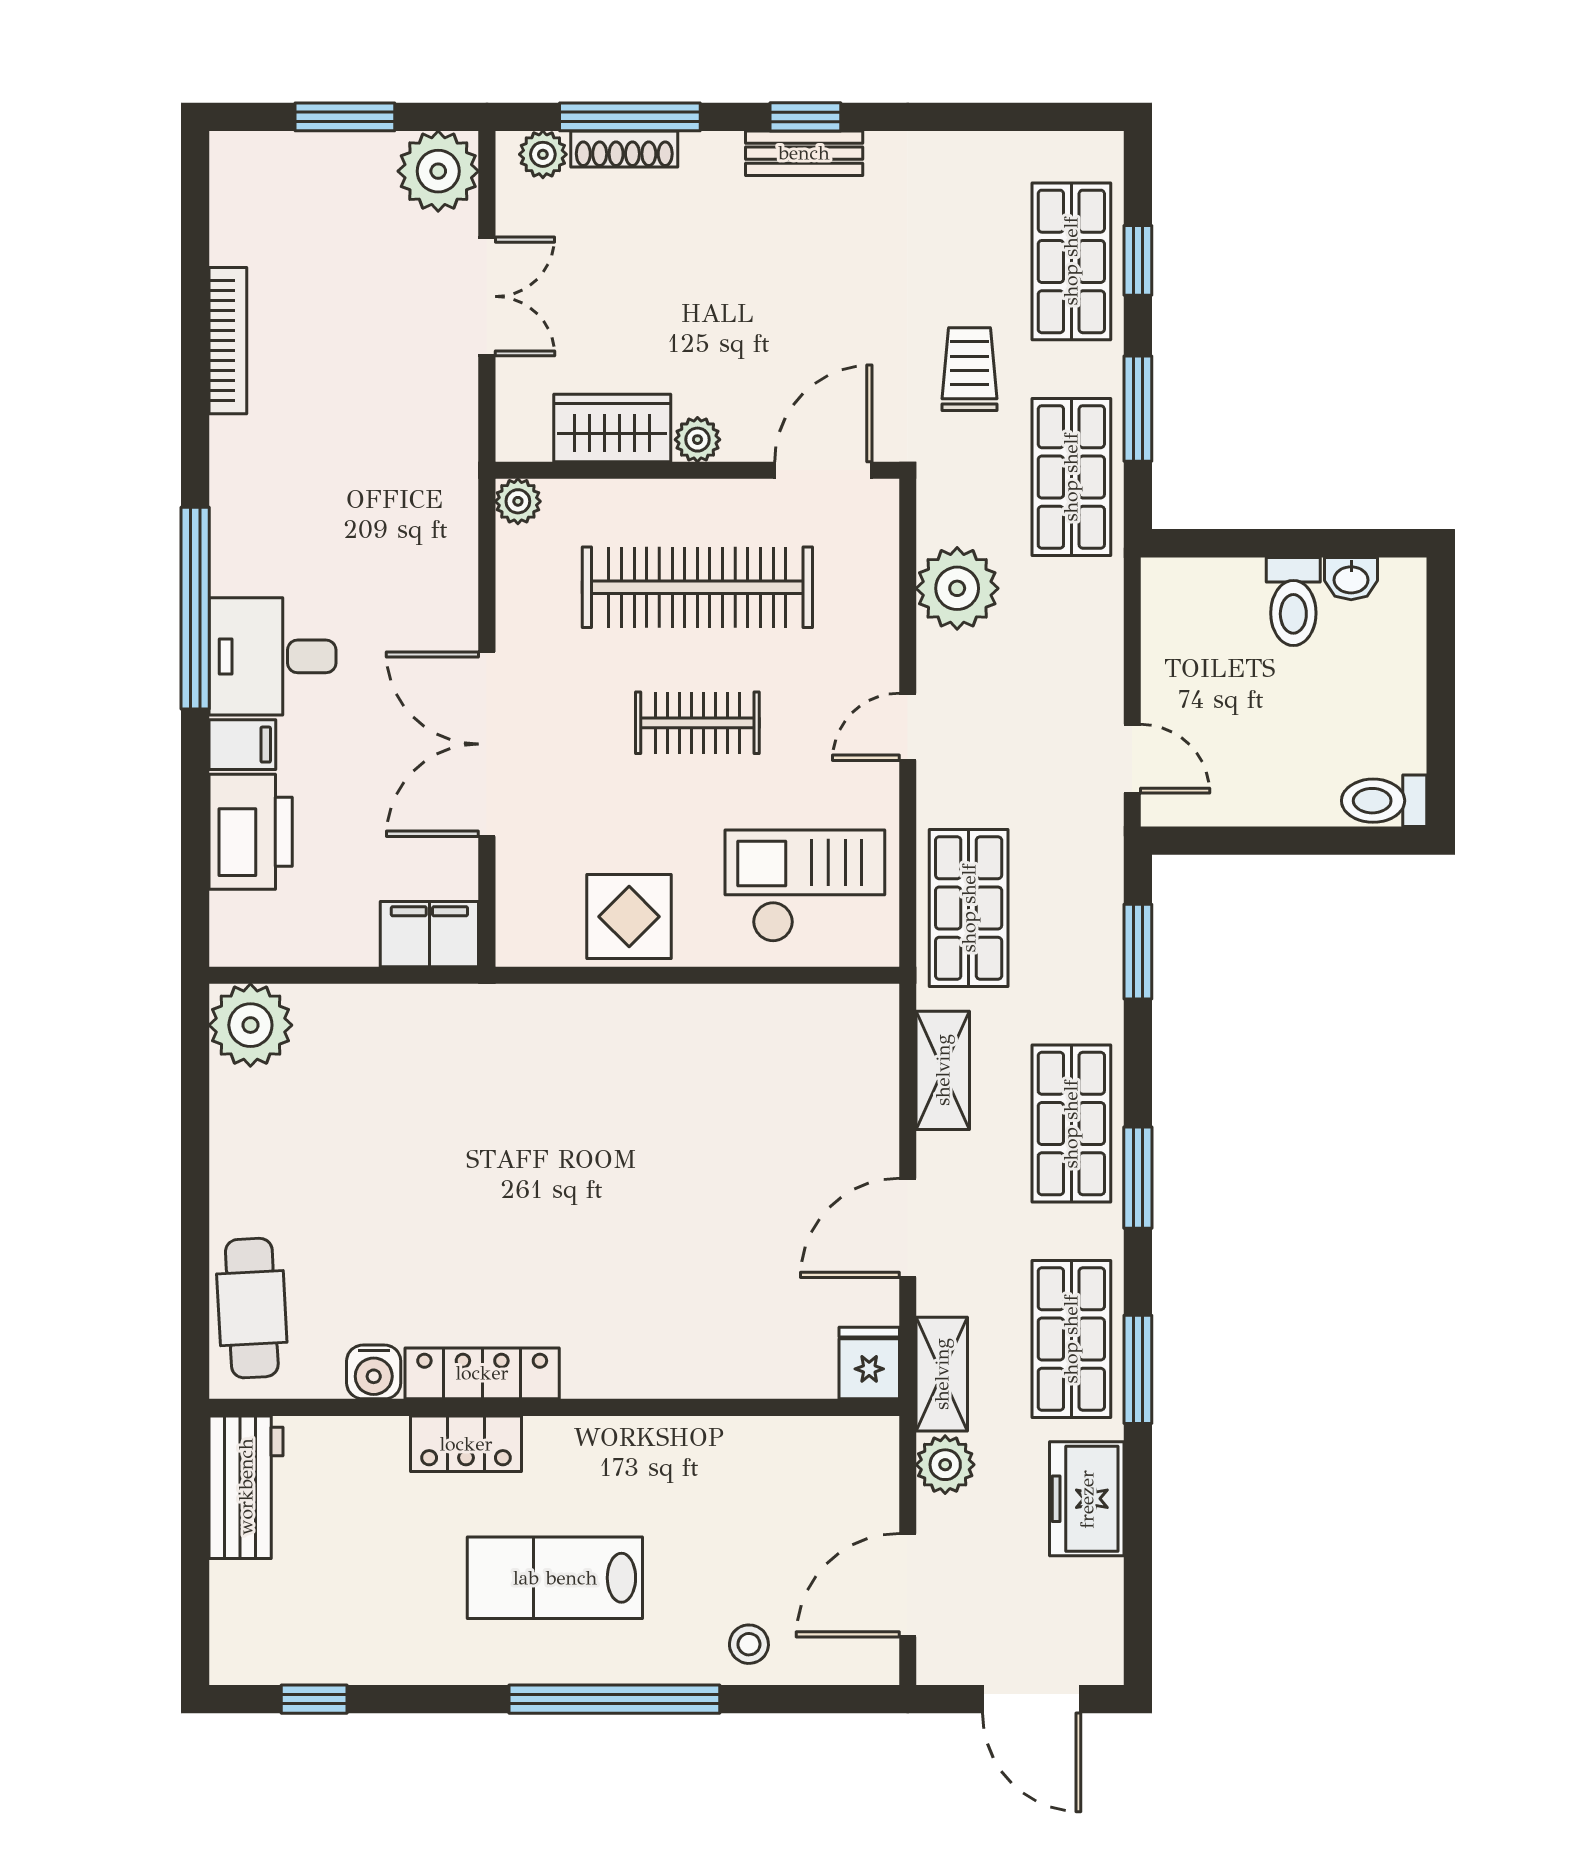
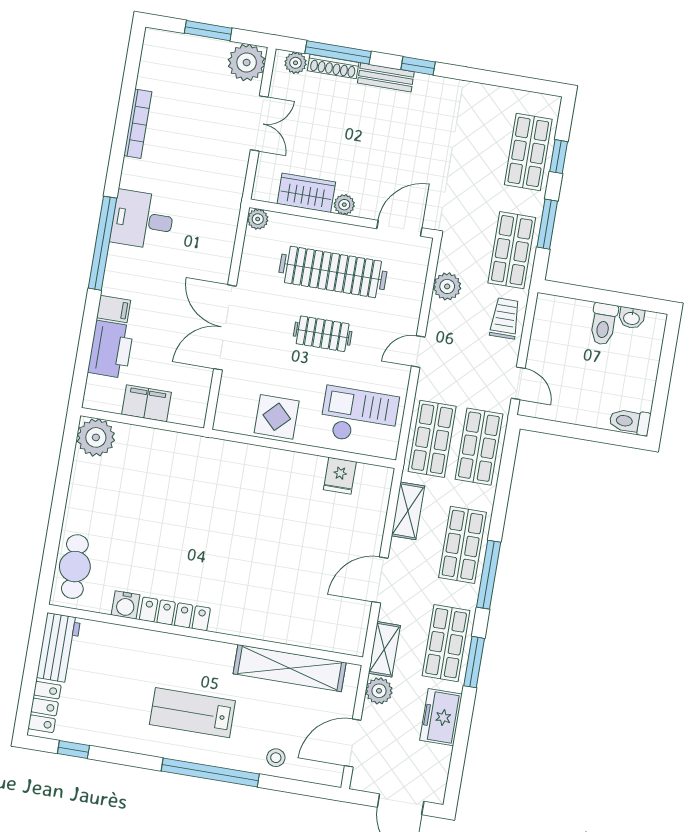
bench: (804, 153) -> (386, 77), moved
trolley: (970, 369) -> (505, 318), moved
plant: (957, 588) -> (447, 286), width x0.73, depth x0.73
desk: (272, 656) -> (143, 220), moved
shop shelf: (1071, 908) -> (479, 447), added
filing cabinet: (429, 934) -> (146, 403), moved
window: (1138, 952) -> (506, 472), removed
window: (1138, 1178) -> (489, 575), width x1.44
fridge: (869, 1363) -> (340, 476), moved, turned 180
locker: (466, 1444) -> (44, 707), moved, turned -90
shelving: (746, 1448) -> (290, 668), added

